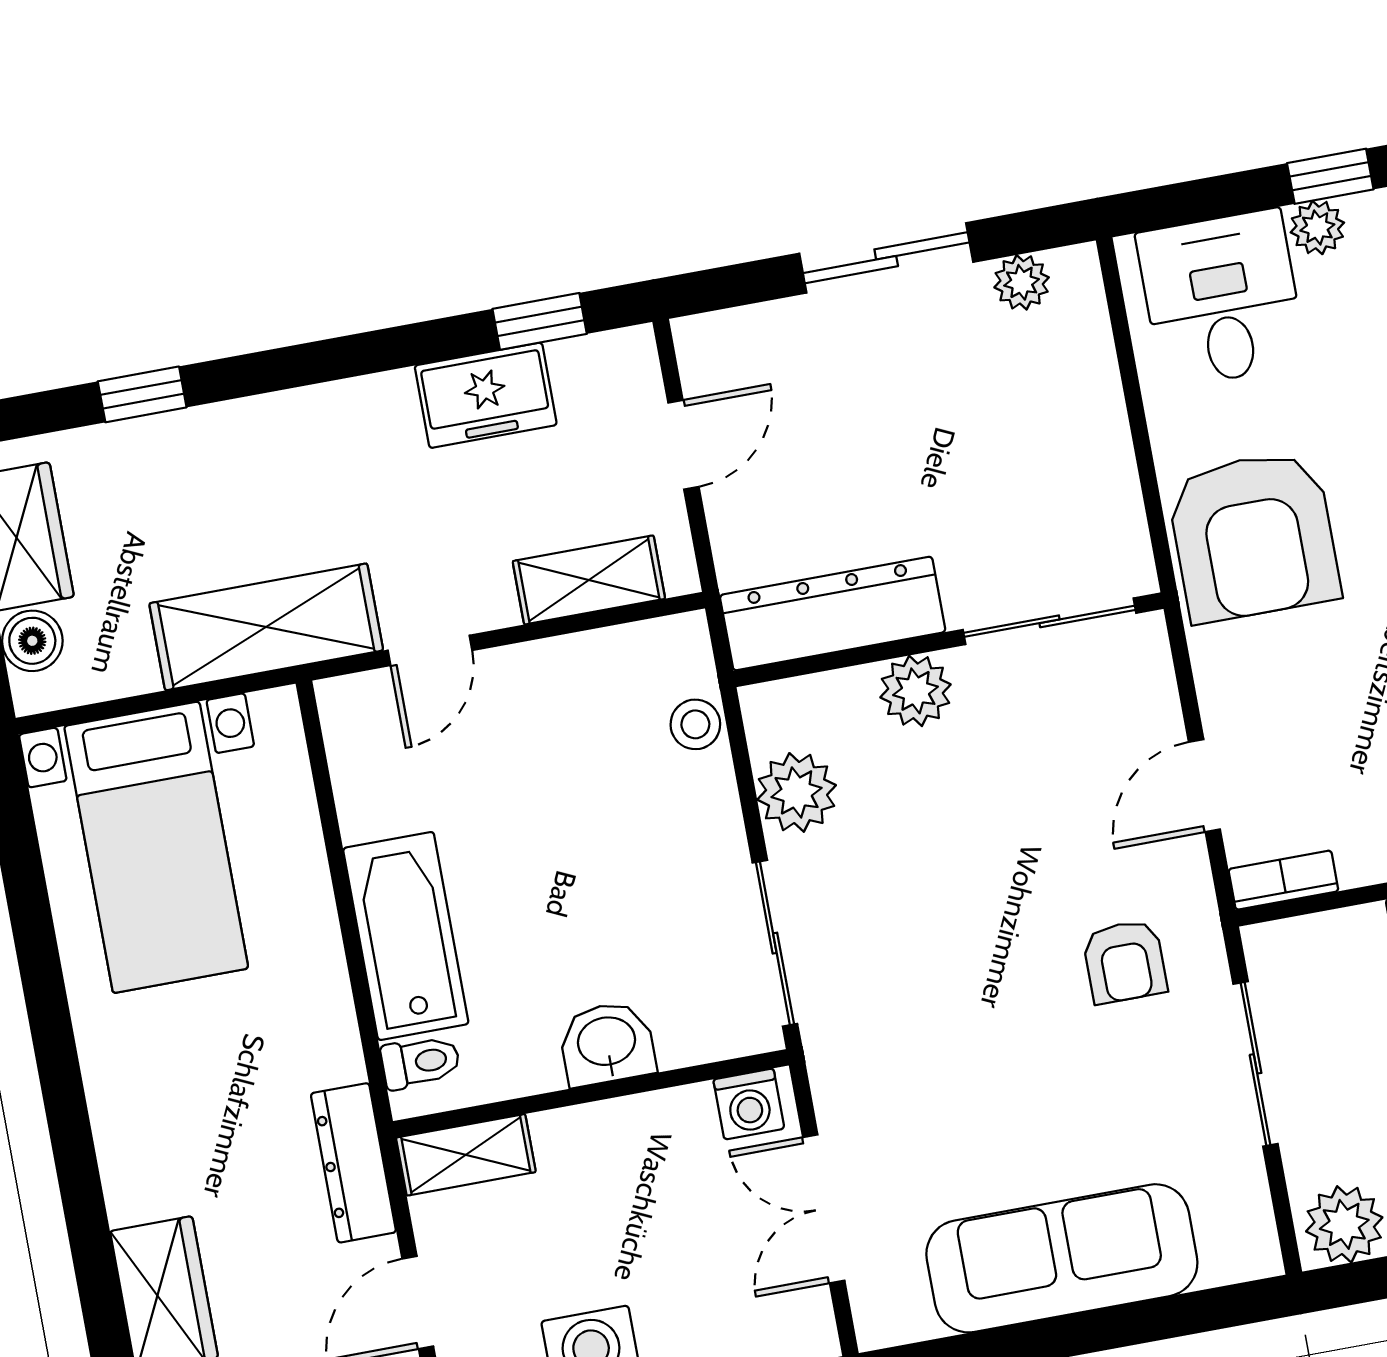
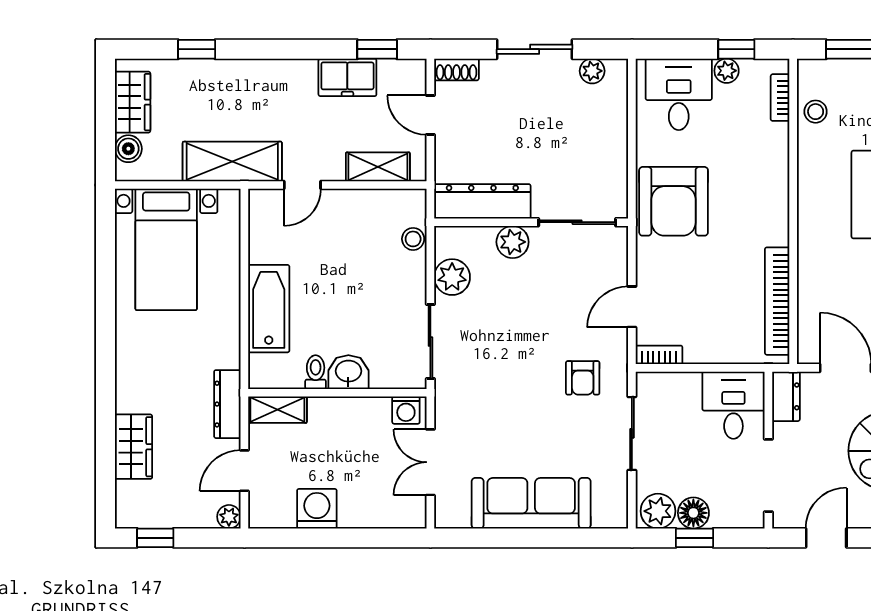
shoe rack: (722, 334) -> (456, 69), added
door: (683, 445) -> (430, 115), swing flipped
toilet: (421, 1062) -> (316, 372), moved, turned -90

